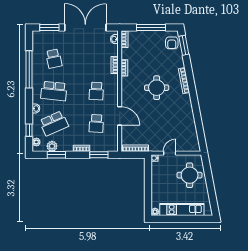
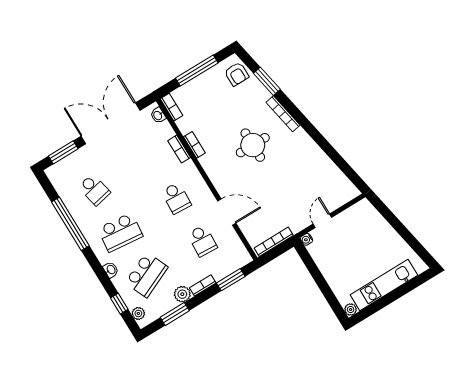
window: (184, 45) -> (267, 81), moved
plant: (52, 146) -> (182, 294), moved
round table: (190, 175) -> (367, 234), removed

